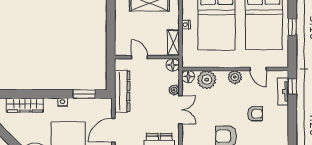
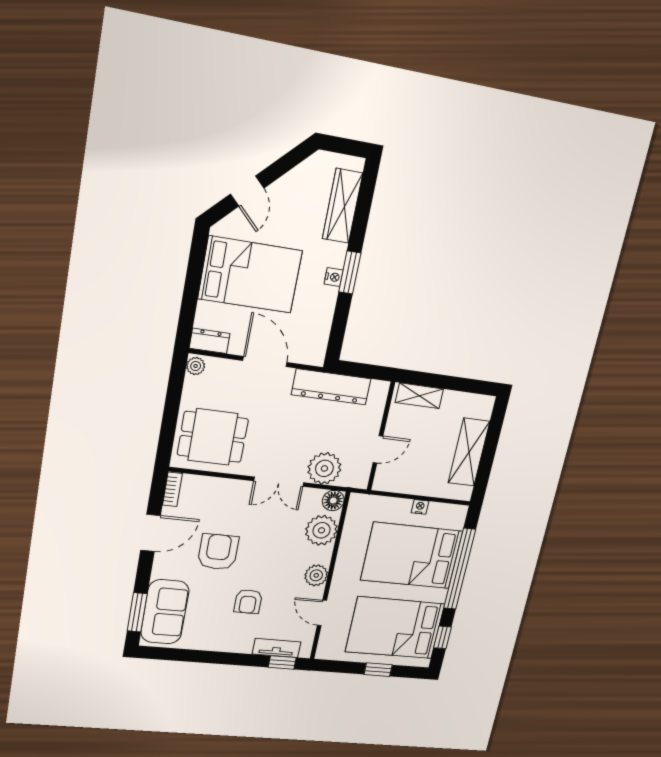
shelving: (173, 43) -> (419, 396), moved
door: (139, 57) -> (378, 449), moved
floor lamp: (173, 65) -> (358, 478), removed
door: (258, 69) -> (322, 613), hinge flipped
plant: (174, 90) -> (324, 468), width x1.87, depth x1.87
window: (84, 94) -> (350, 272), moved

